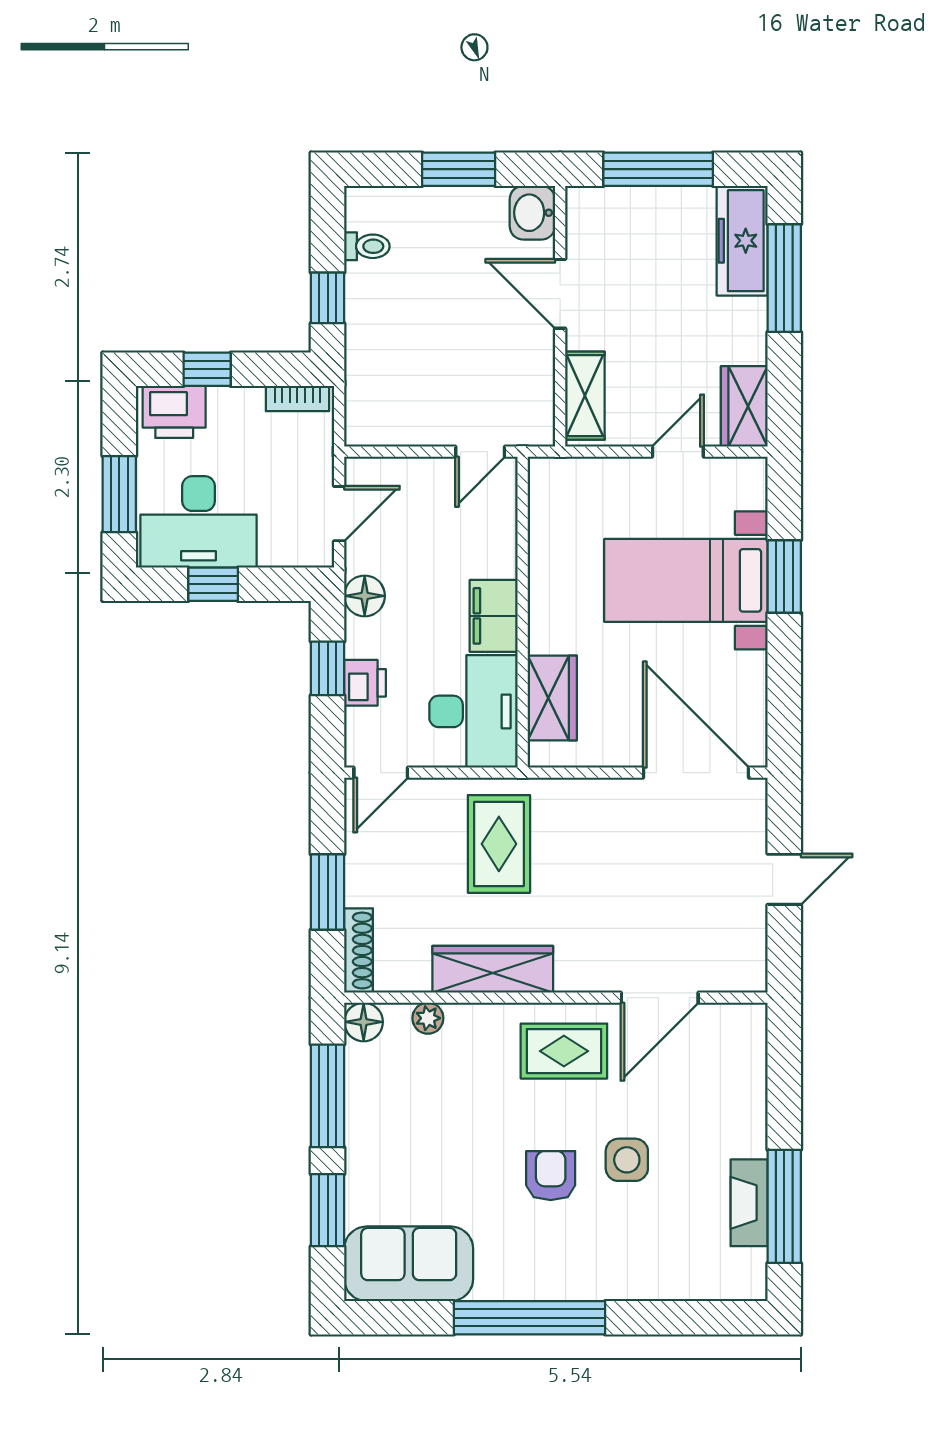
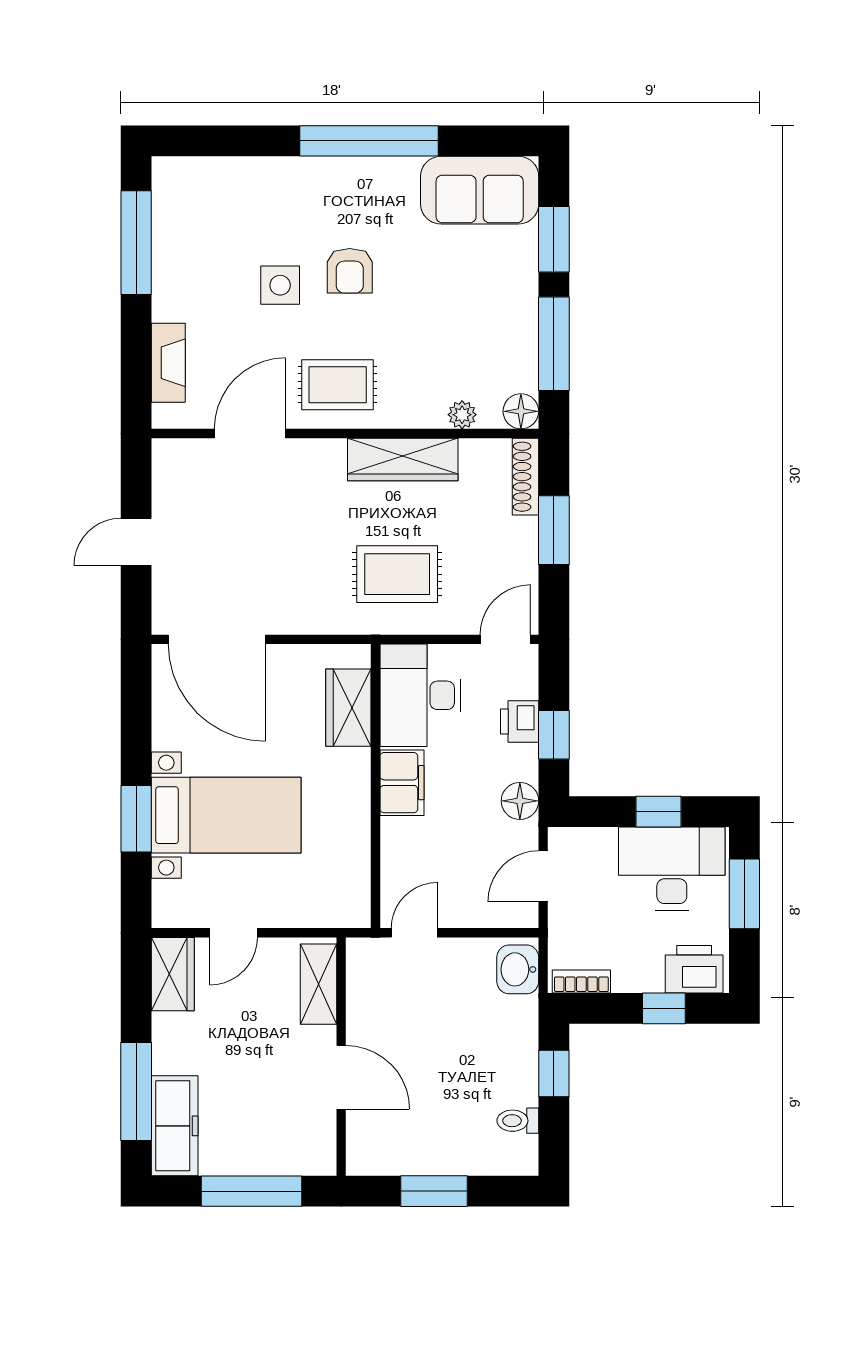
washbasin: (532, 213) -> (518, 969), moved, turned 180
rug: (499, 844) -> (397, 574), turned 90
fireplace: (749, 1203) -> (168, 363), moved

